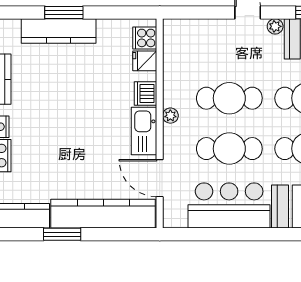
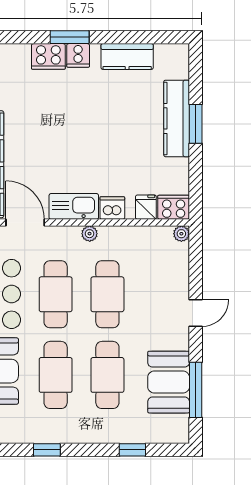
plant: (275, 26) -> (181, 234), moved
cooker: (145, 38) -> (174, 207), width x1.36
door: (160, 178) -> (25, 223), hinge flipped

